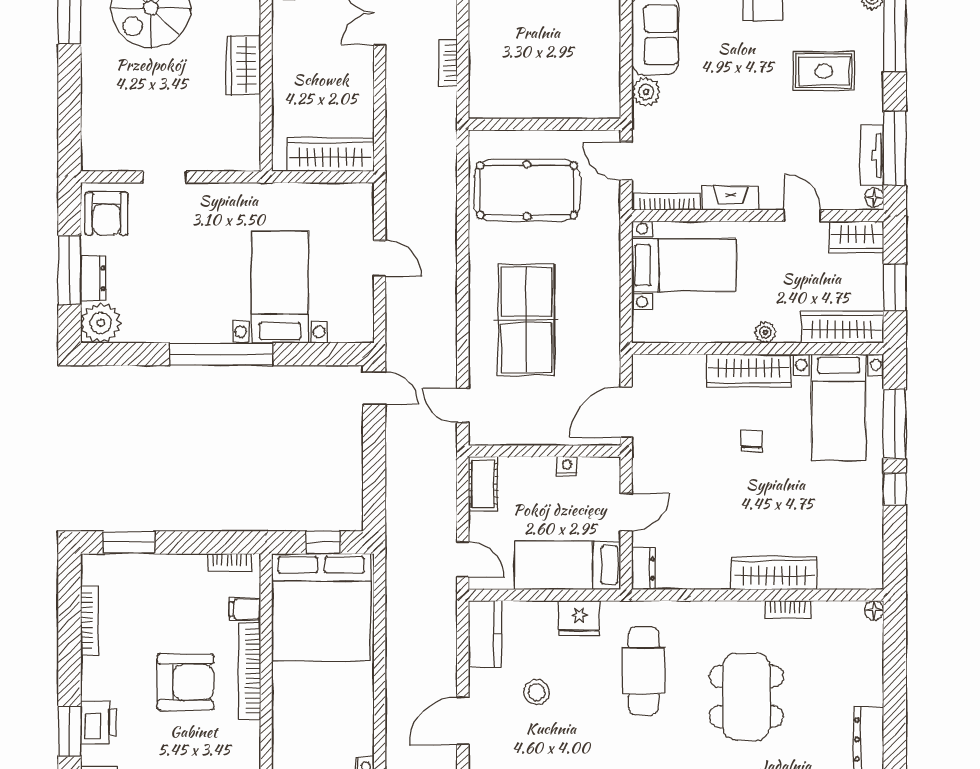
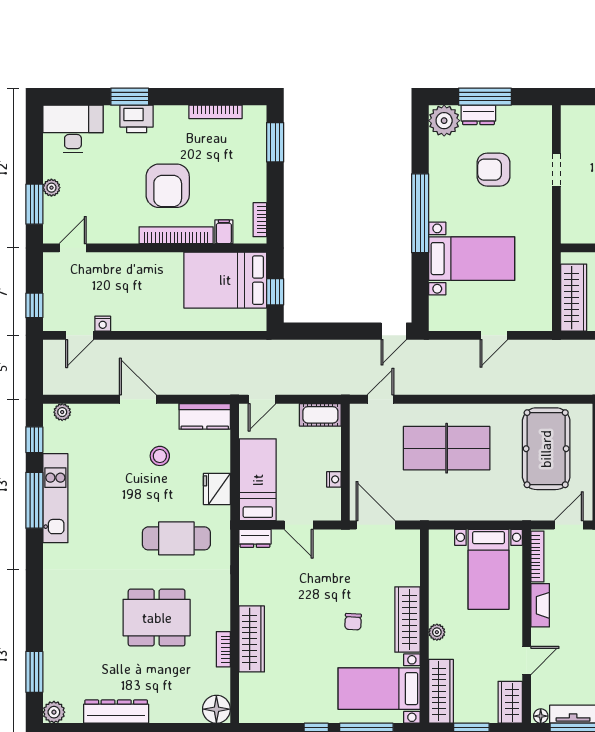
armchair: (107, 214) -> (493, 170), moved
chair: (752, 441) -> (353, 622), turned 91
bed: (321, 607) -> (225, 280), width x0.73
floor lamp: (874, 610) -> (216, 709), width x1.89, depth x1.89

